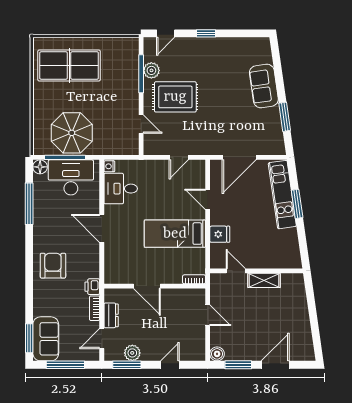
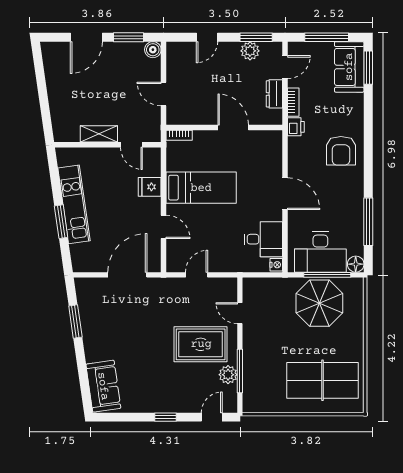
sofa: (264, 86) -> (103, 386), moved
kitchen unit: (282, 195) -> (74, 204), moved

